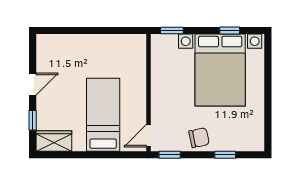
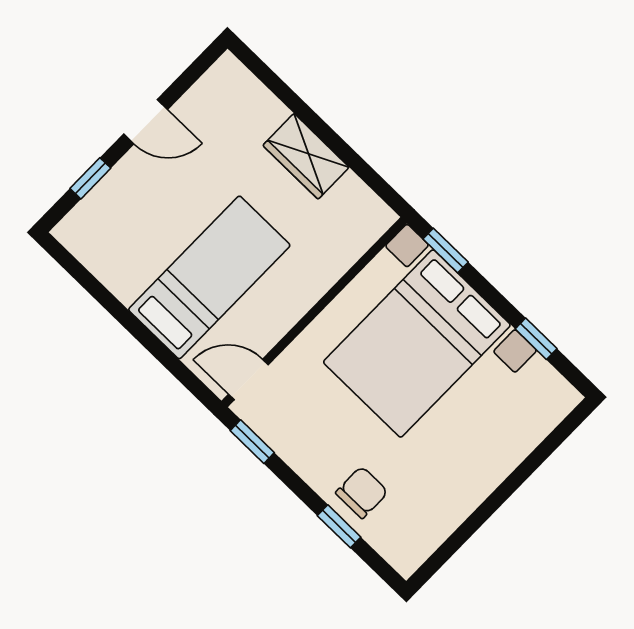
bed with nightstands: (220, 70) -> (417, 344), moved
chair: (199, 138) -> (362, 492), moved, turned -78
wardrobe: (54, 141) -> (306, 156), moved, turned 180

